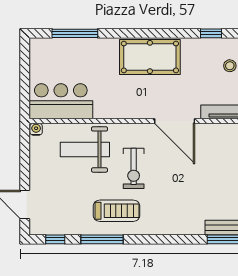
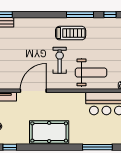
door: (175, 121) -> (33, 91), hinge flipped
treadmill: (117, 211) -> (71, 33), turned 180

